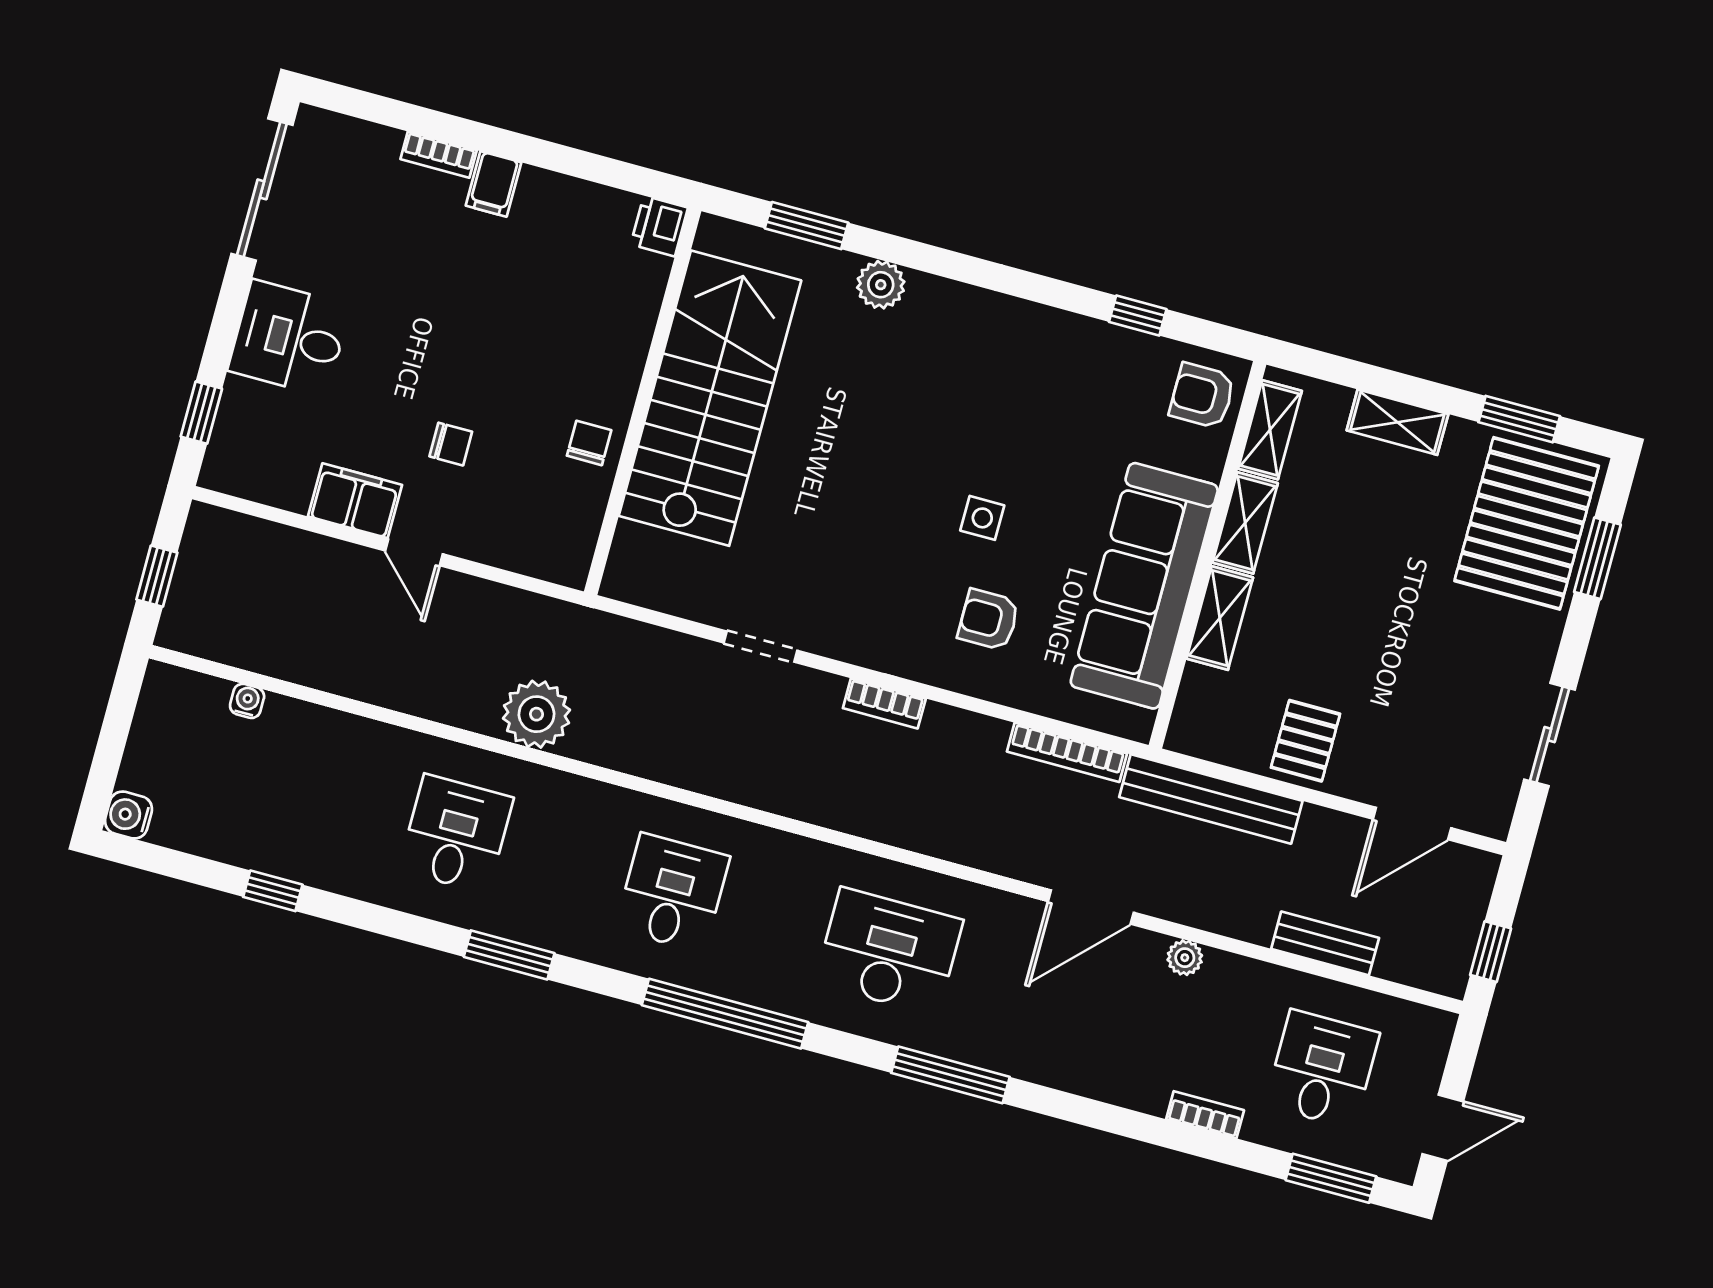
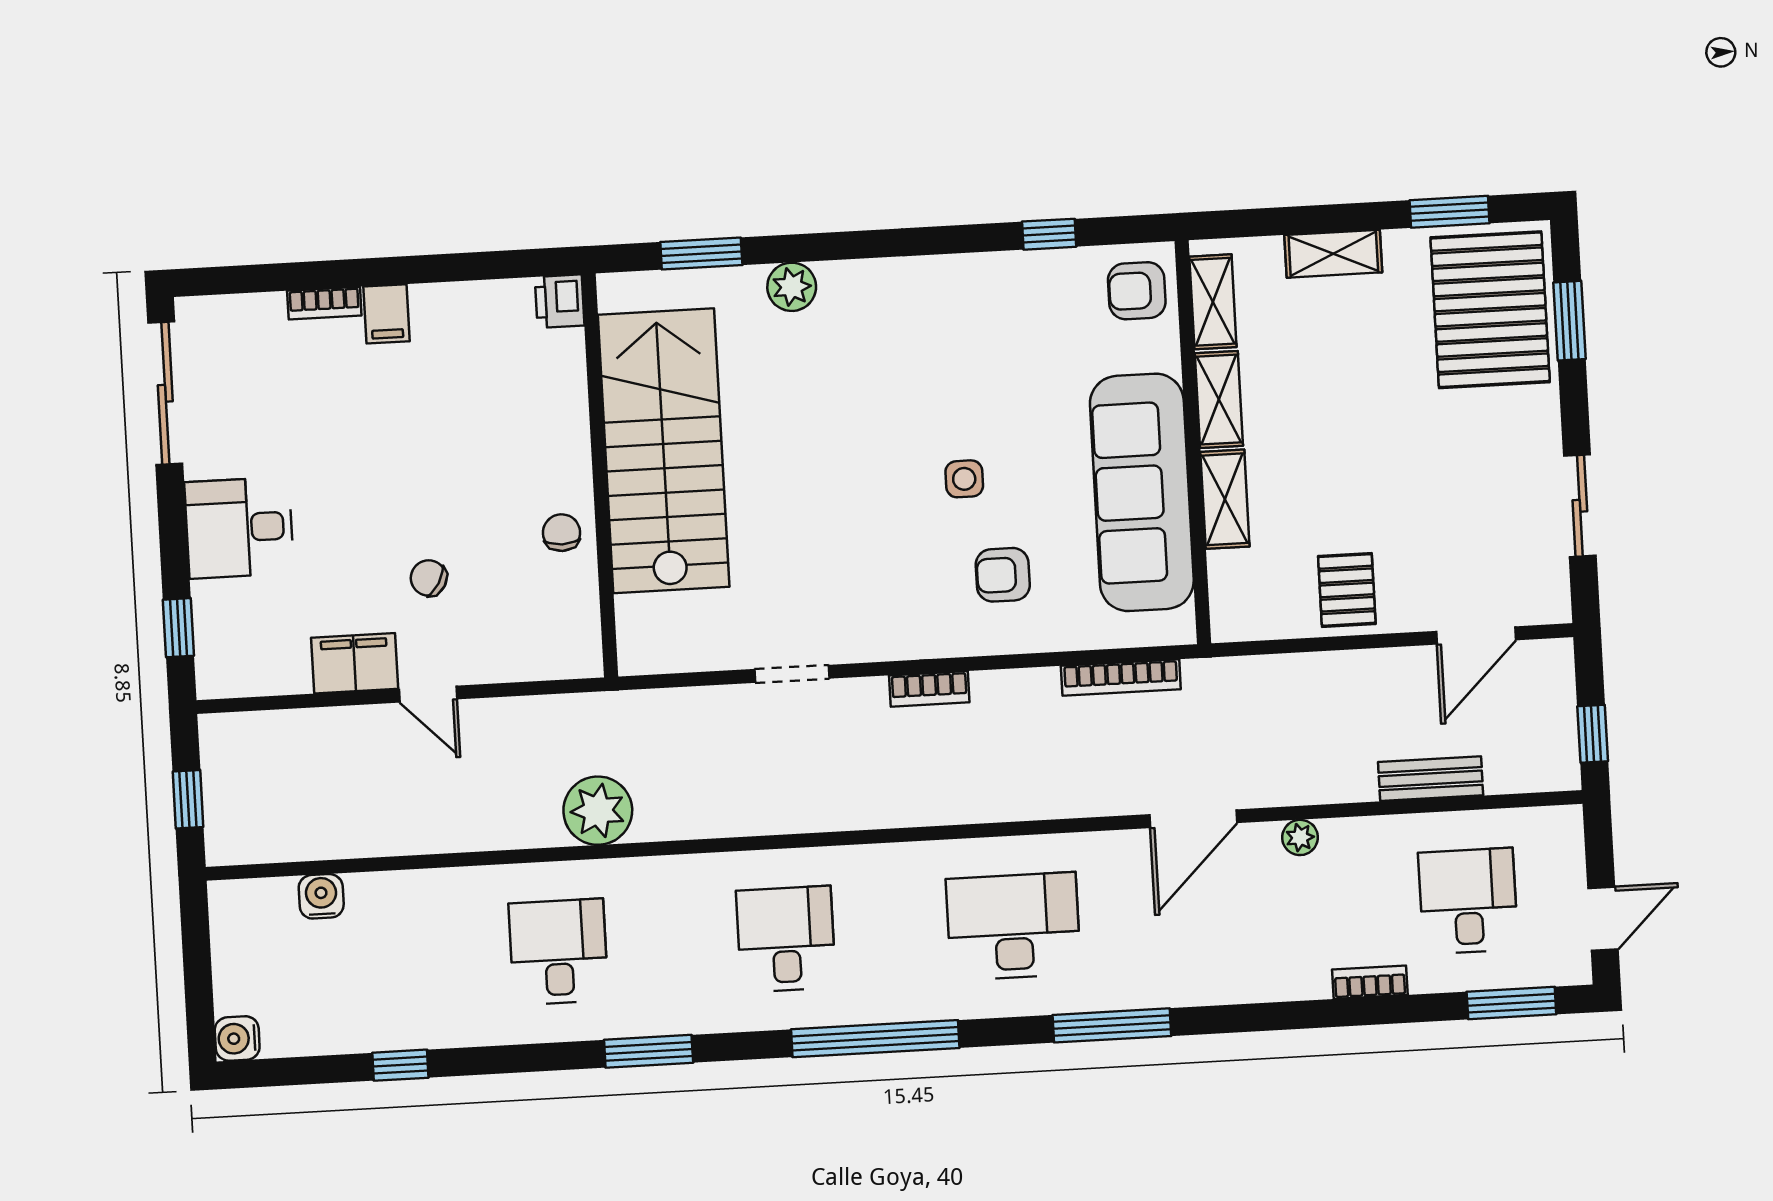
chair: (451, 444) -> (429, 578), turned -150
water cooler: (247, 701) -> (321, 896), width x1.38, depth x1.38
bench: (1211, 799) -> (1274, 676), removed

